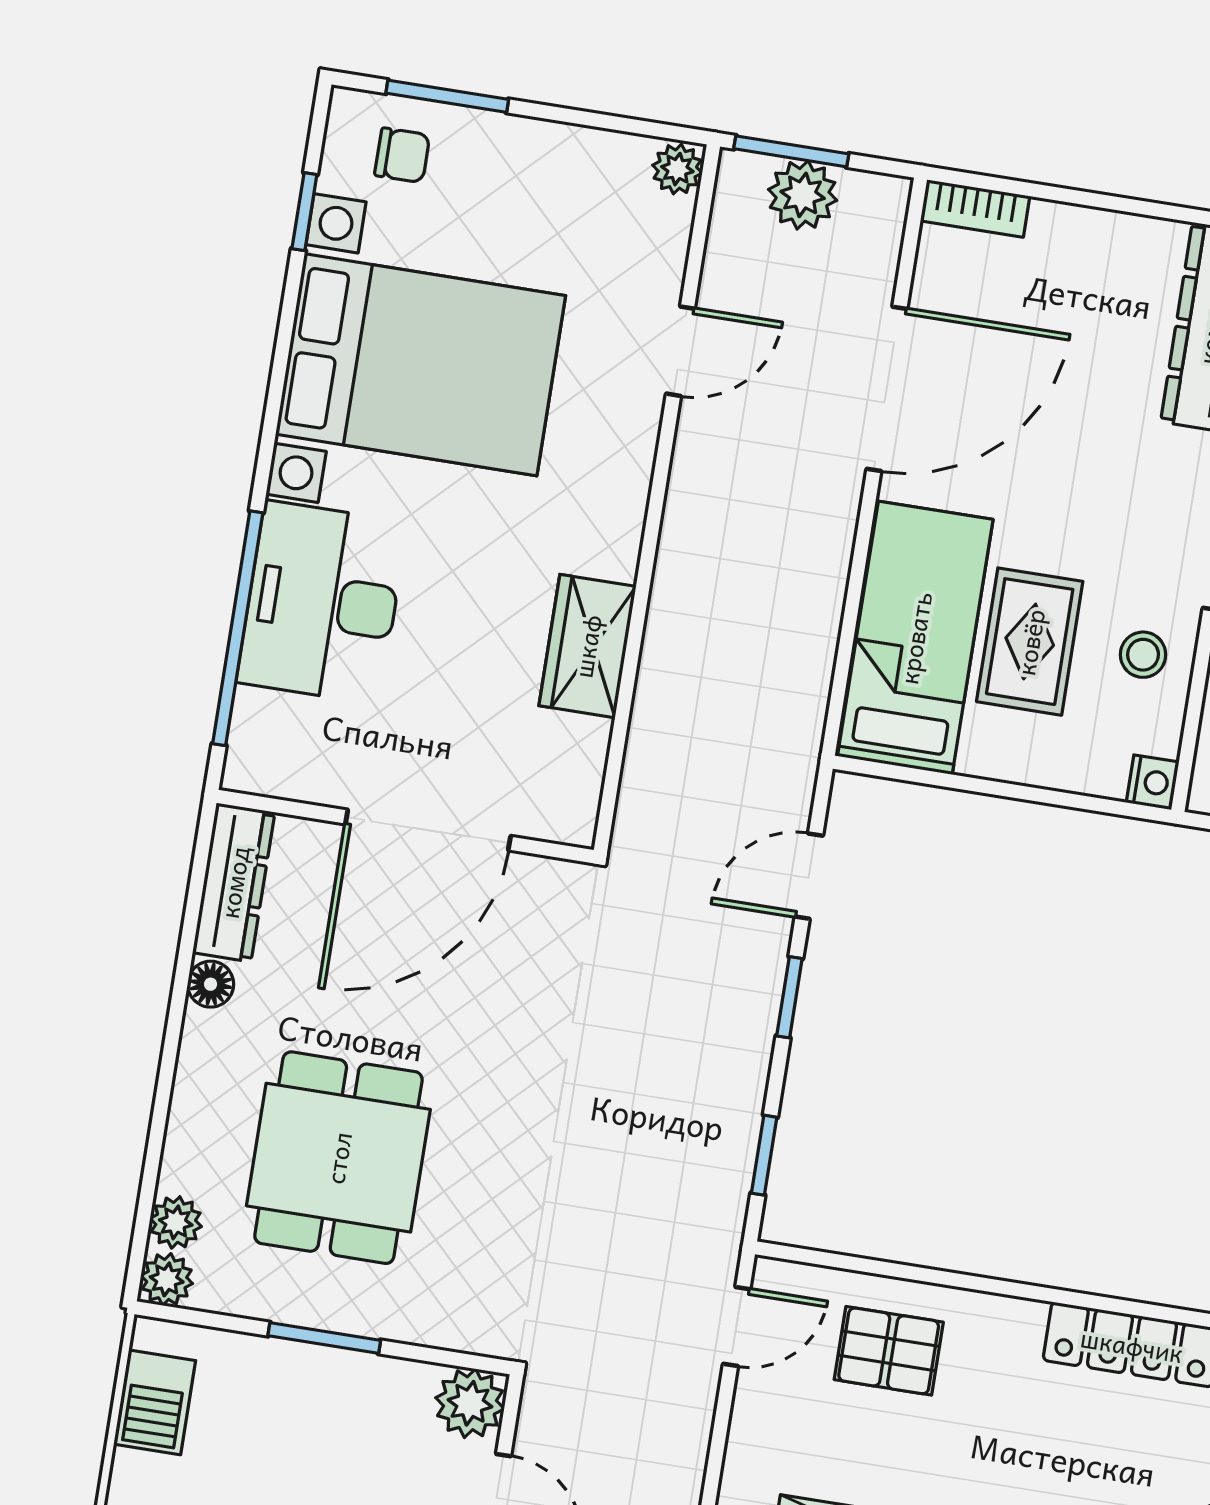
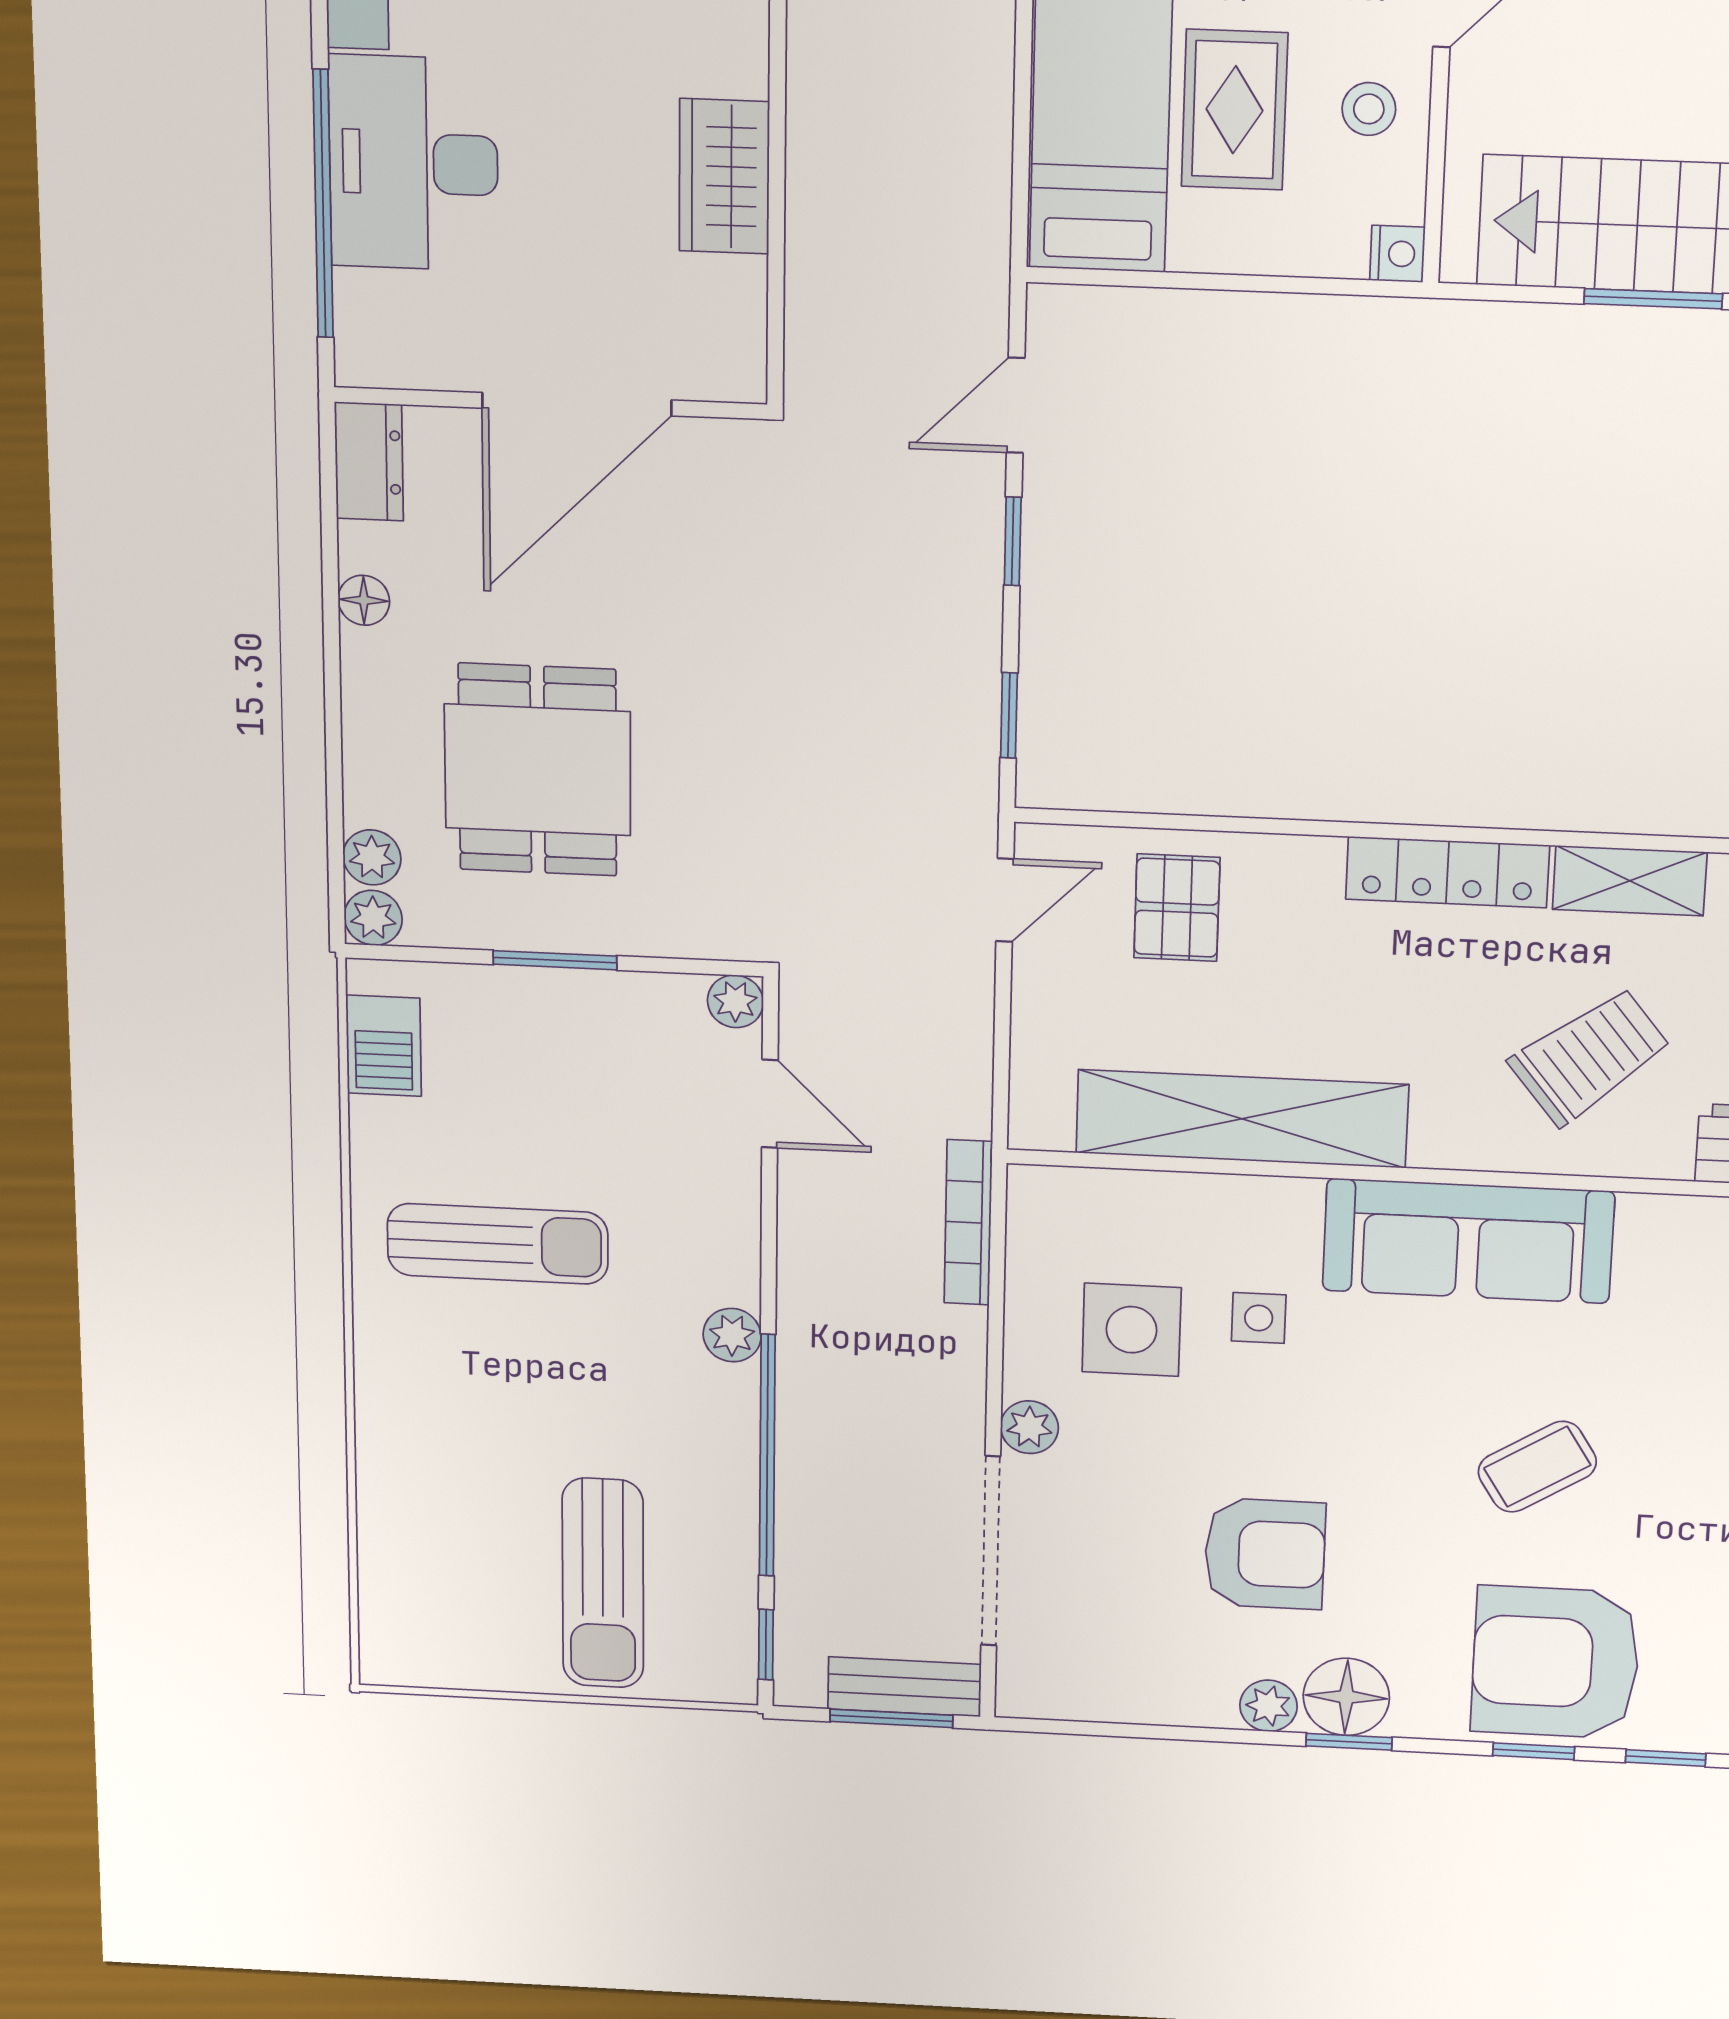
dresser: (234, 882) -> (369, 462), width x0.70
pallet: (889, 1351) -> (1177, 908), turned 90
plant: (470, 1403) -> (735, 1001), width x0.73, depth x0.73

